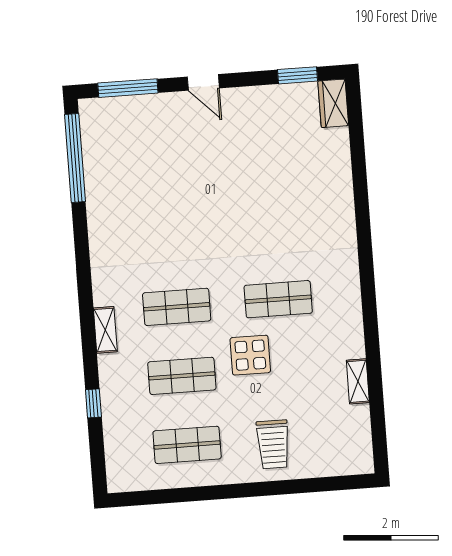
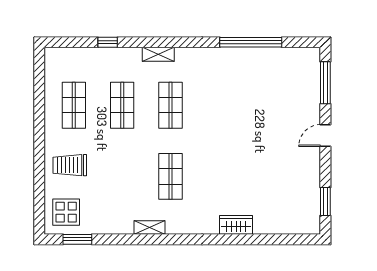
wardrobe: (333, 103) -> (236, 225), moved
window: (75, 158) -> (251, 42), moved
display table: (250, 355) -> (66, 212), moved
shelving: (358, 381) -> (150, 227), moved
window: (378, 425) -> (77, 239), added

